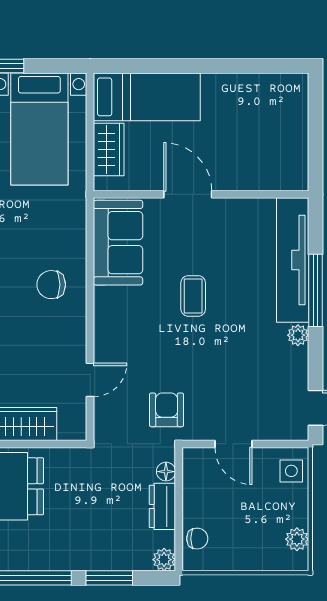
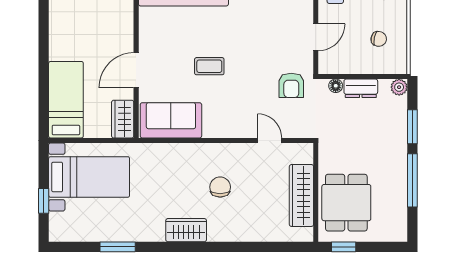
wardrobe: (109, 149) -> (123, 119), moved, turned -90
chair: (51, 285) -> (220, 187), moved, turned 180
armchair: (167, 410) -> (291, 85), turned -90
chair: (197, 539) -> (379, 39), moved, turned 102

